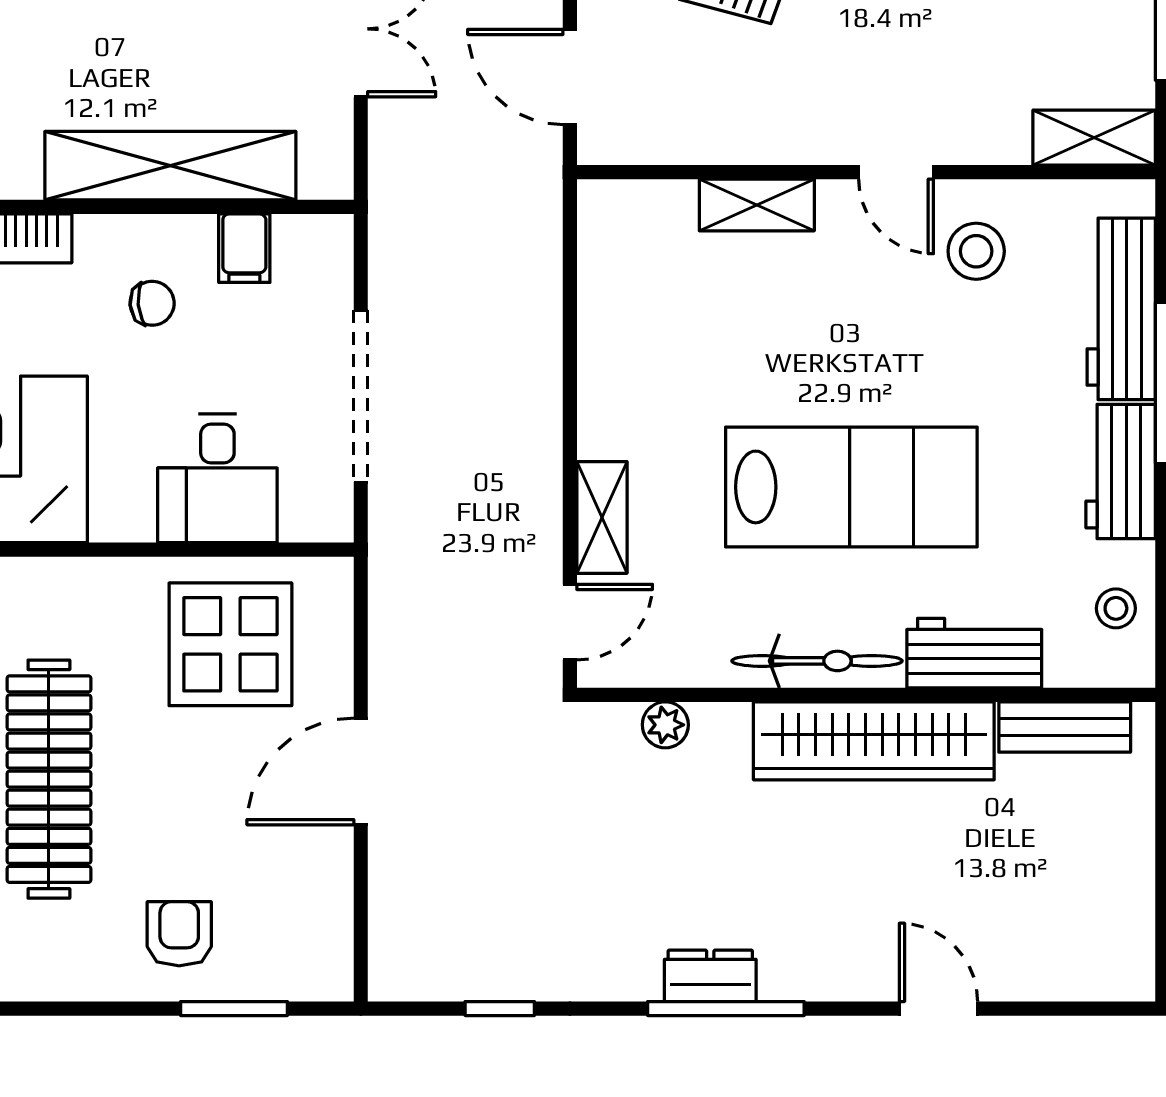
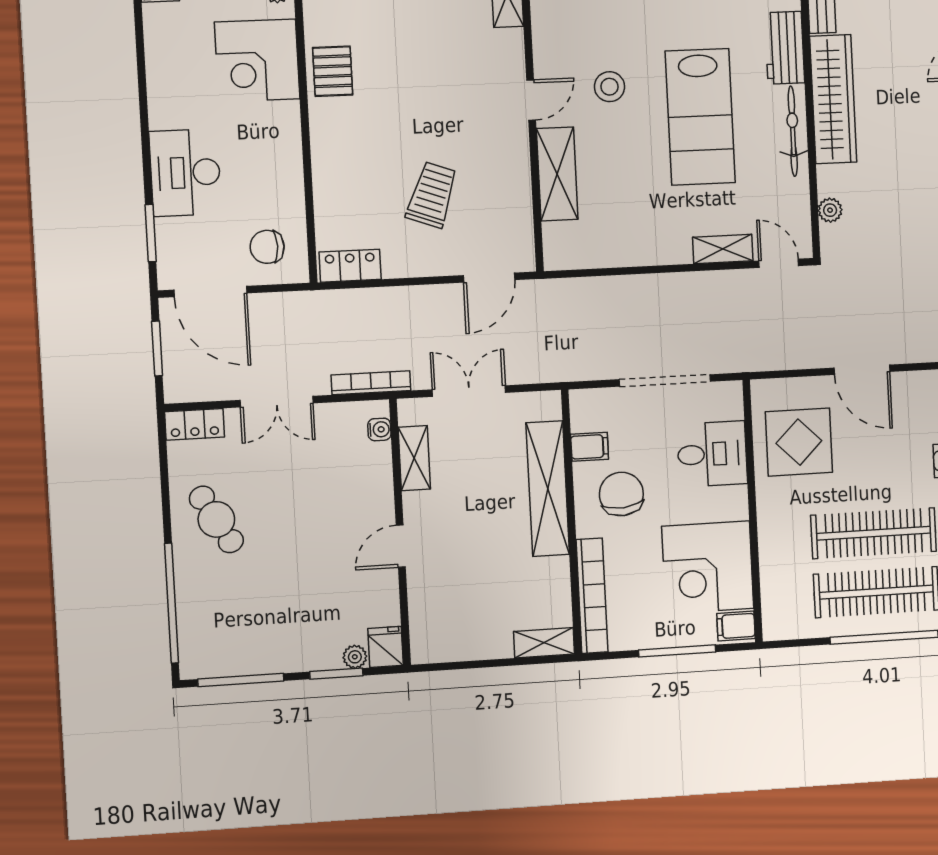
shelving: (757, 205) -> (557, 174), width x1.50, depth x1.33
stool: (976, 251) -> (610, 87), moved
chair: (152, 303) -> (621, 494), width x1.87, depth x1.87
lab bench: (851, 487) -> (700, 117), turned 180

